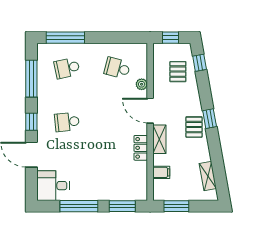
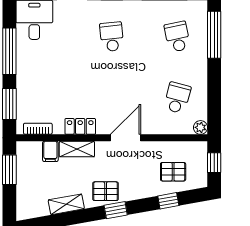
window: (200, 63) -> (168, 201), moved
plant: (142, 84) -> (200, 127), moved
shelving: (159, 139) -> (77, 149), moved
shelving: (208, 176) -> (66, 204), moved
bookcase: (143, 183) -> (38, 129), added

